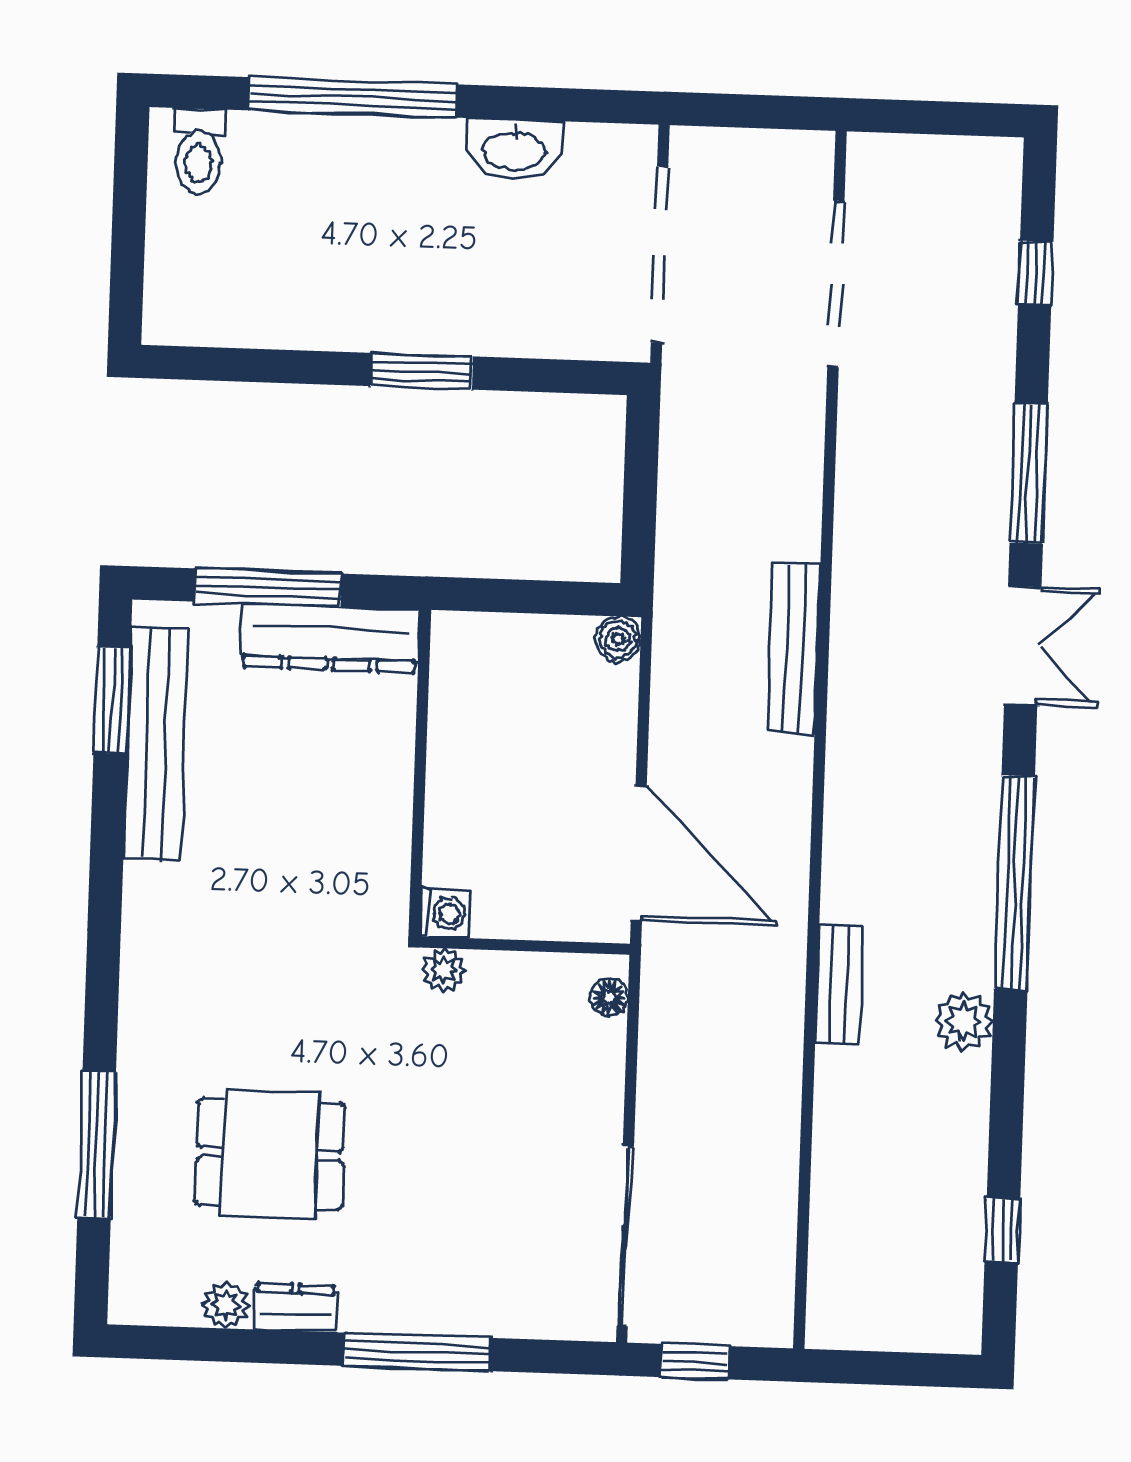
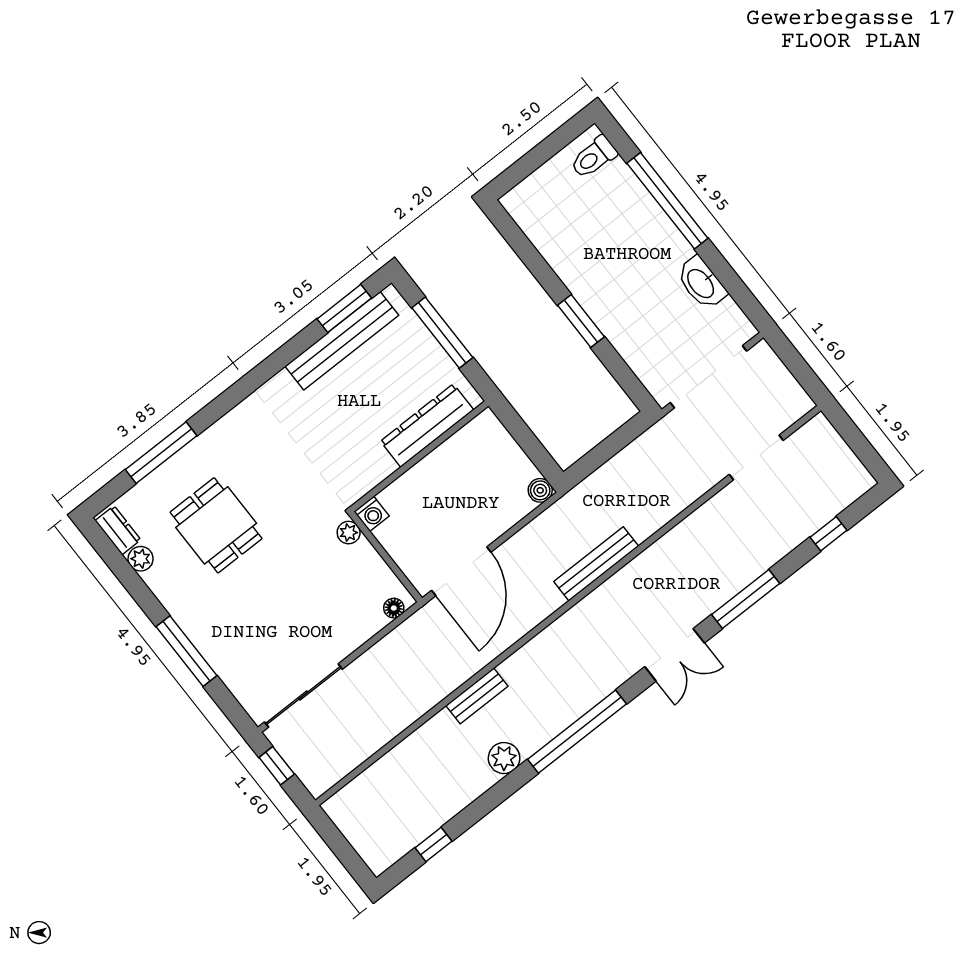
doorway: (836, 284) -> (756, 457), width x0.73
dresser: (330, 638) -> (427, 426), moved, turned 90
dresser: (295, 1308) -> (118, 530), moved

